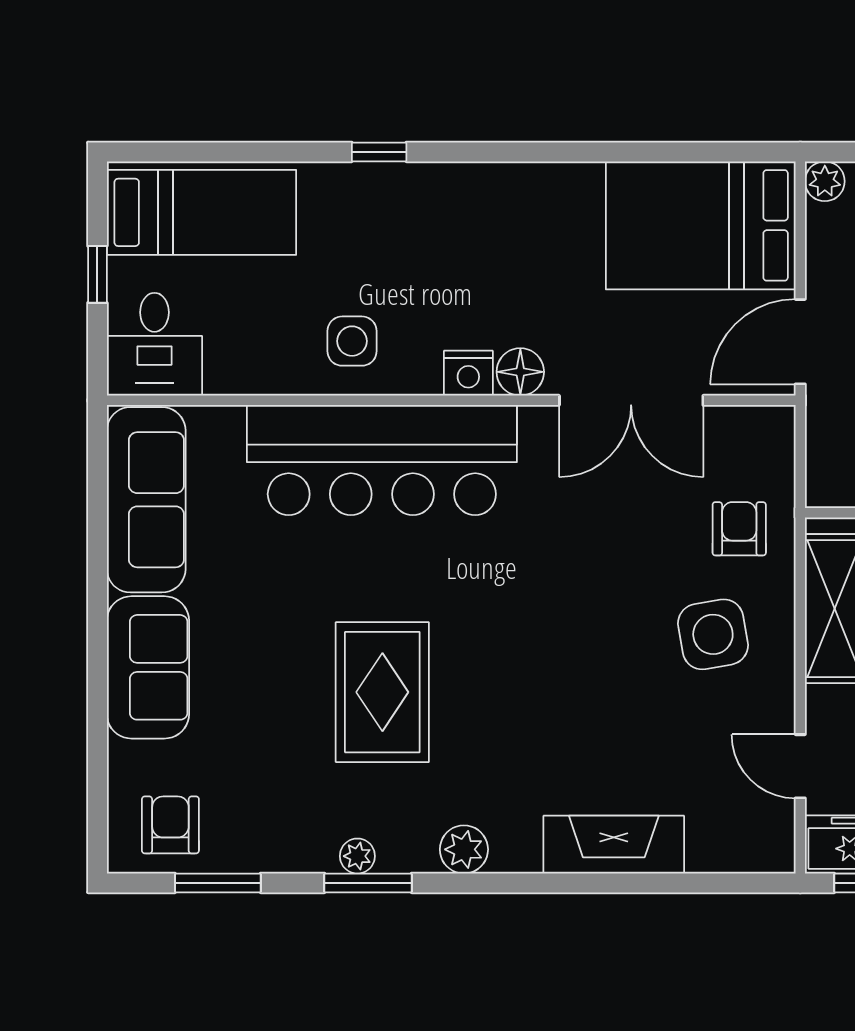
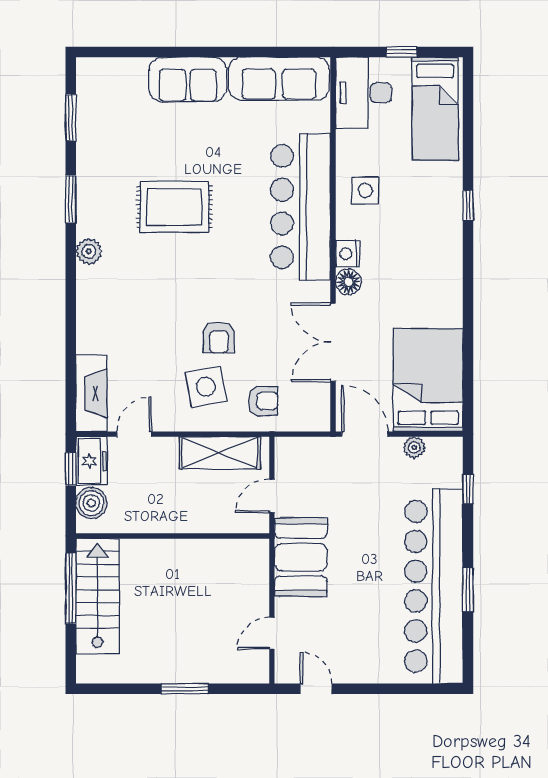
plant: (825, 181) -> (414, 447), moved
desk: (154, 344) -> (364, 93), width x1.37
armchair: (170, 825) -> (219, 337), moved, turned 90
fireplace: (614, 845) -> (92, 393), moved
plant: (357, 856) -> (85, 193), removed

